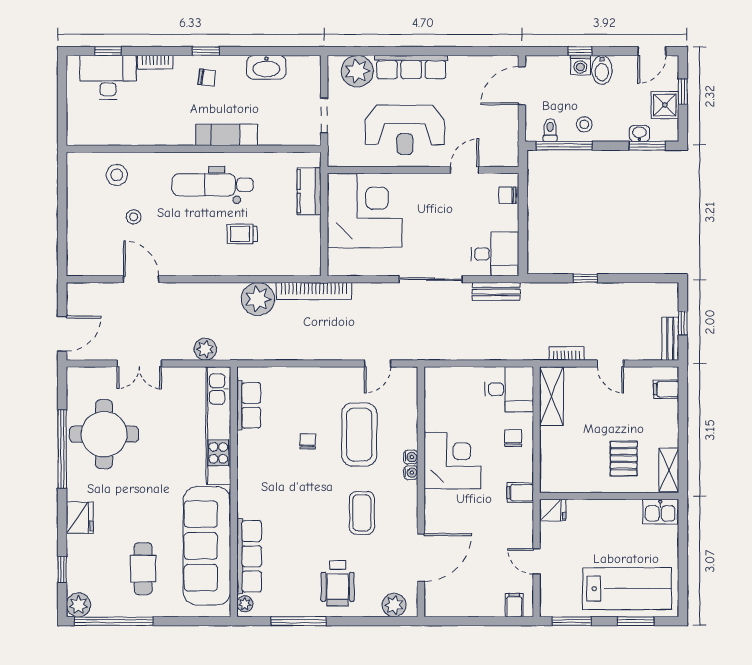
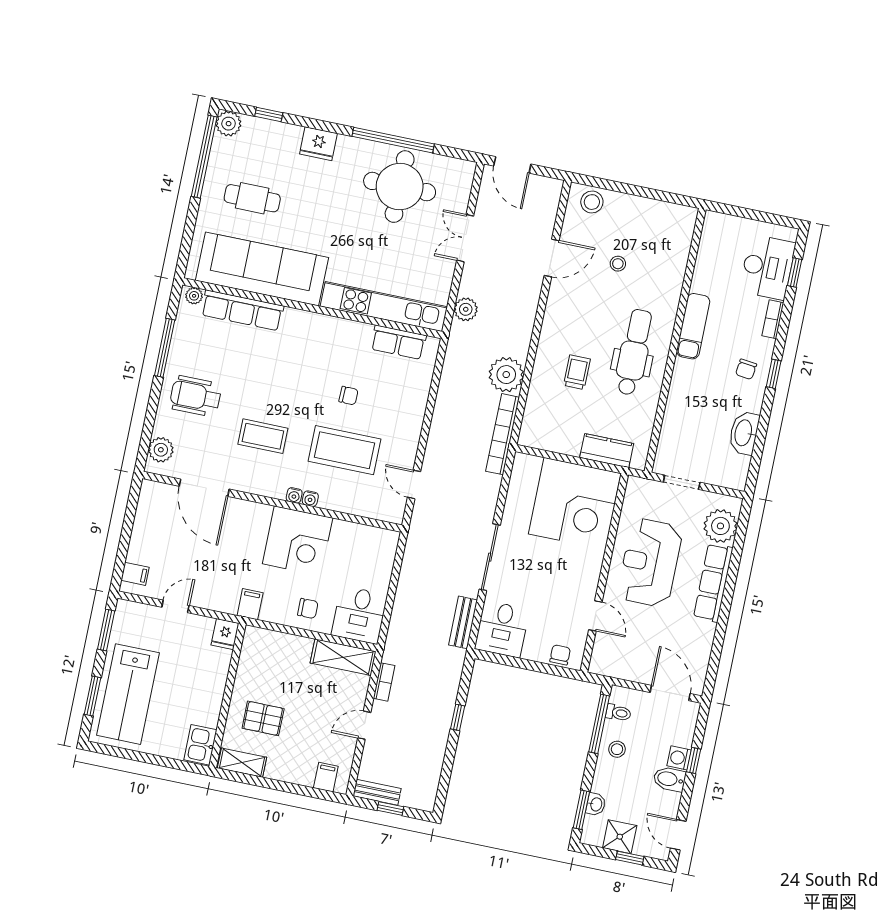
exam couch: (227, 135) -> (693, 326), moved
stool: (117, 175) -> (592, 202), moved

